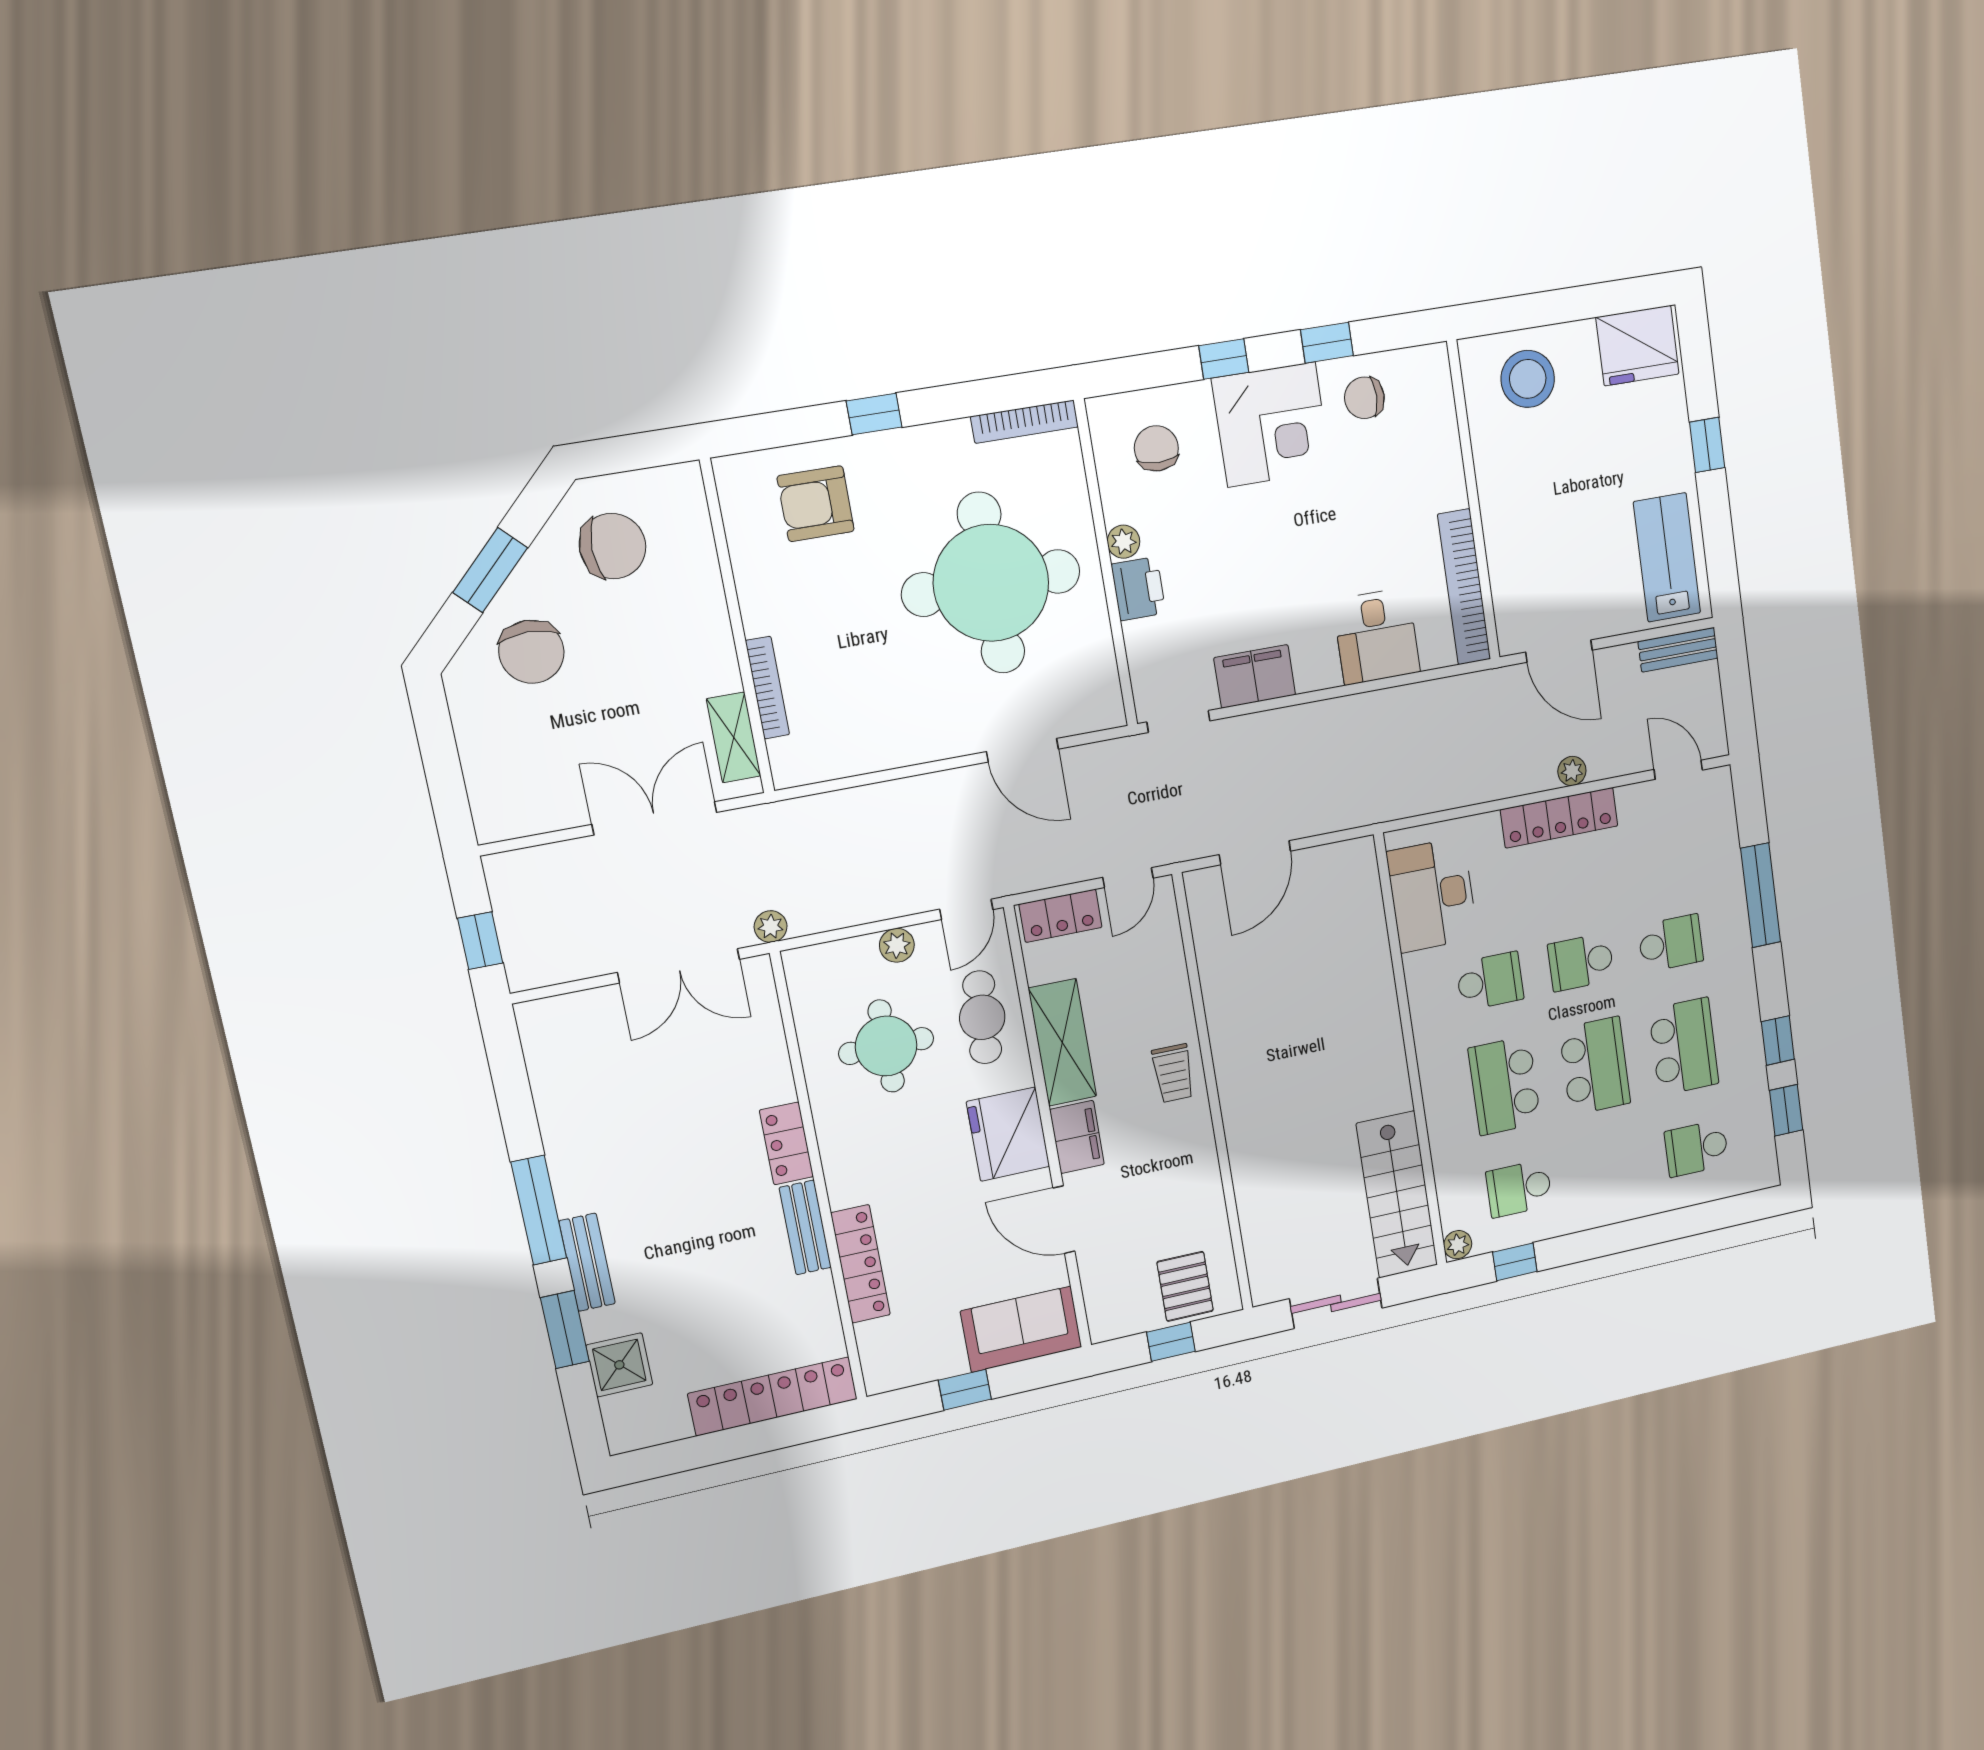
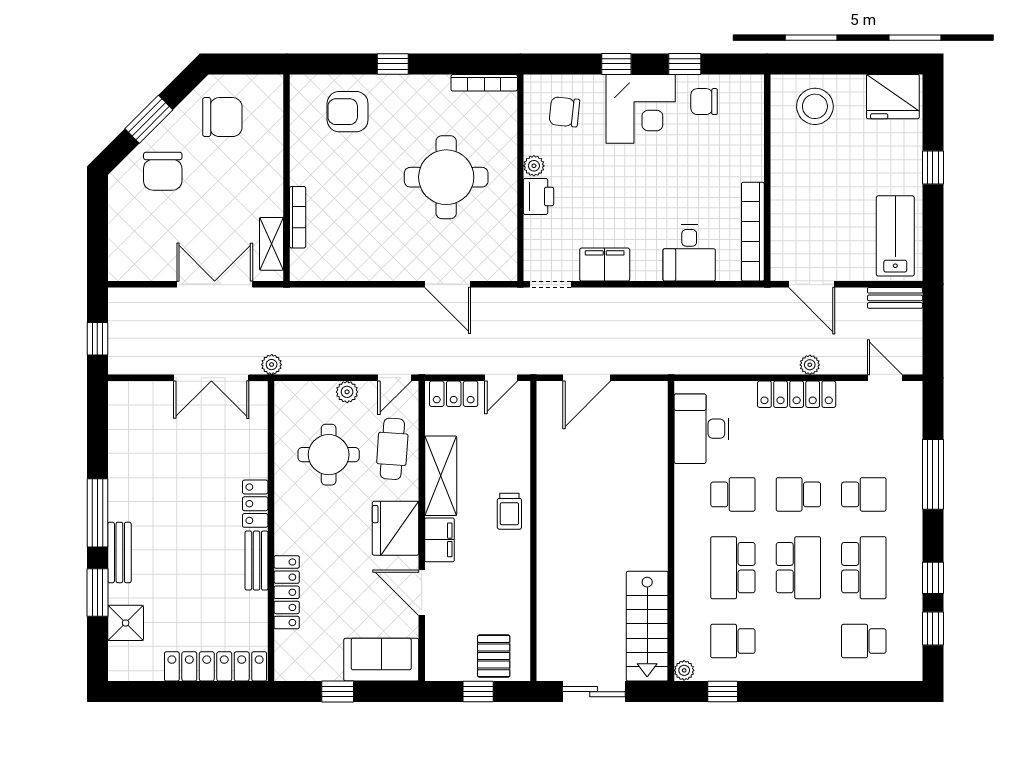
chair: (1156, 448) -> (564, 112), turned -84
round table: (991, 583) -> (446, 177), width x0.73, depth x0.73

